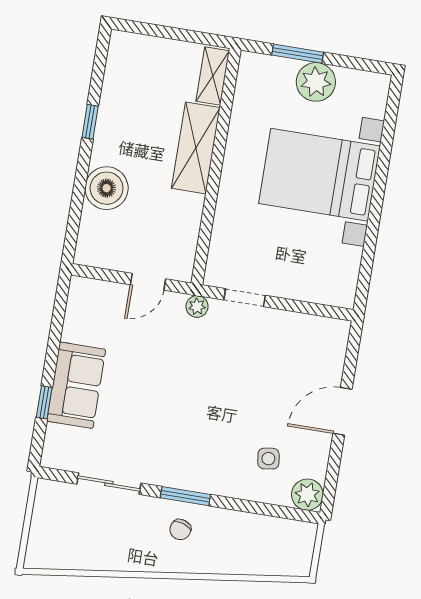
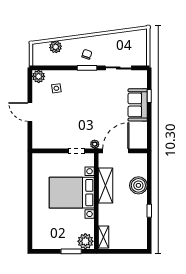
plant: (316, 82) -> (85, 241), moved
shelving: (196, 148) -> (106, 185), moved
bed with nightstands: (319, 175) -> (72, 193), moved, turned 180
door: (148, 282) -> (116, 151), width x1.87
door: (342, 411) -> (30, 112), swing flipped
plant: (254, 560) -> (56, 47), added

